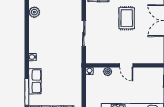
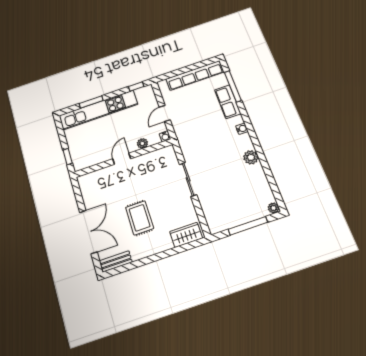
plant: (34, 12) -> (251, 157), moved
door: (126, 65) -> (122, 159), hinge flipped
door: (84, 89) -> (165, 113), added

